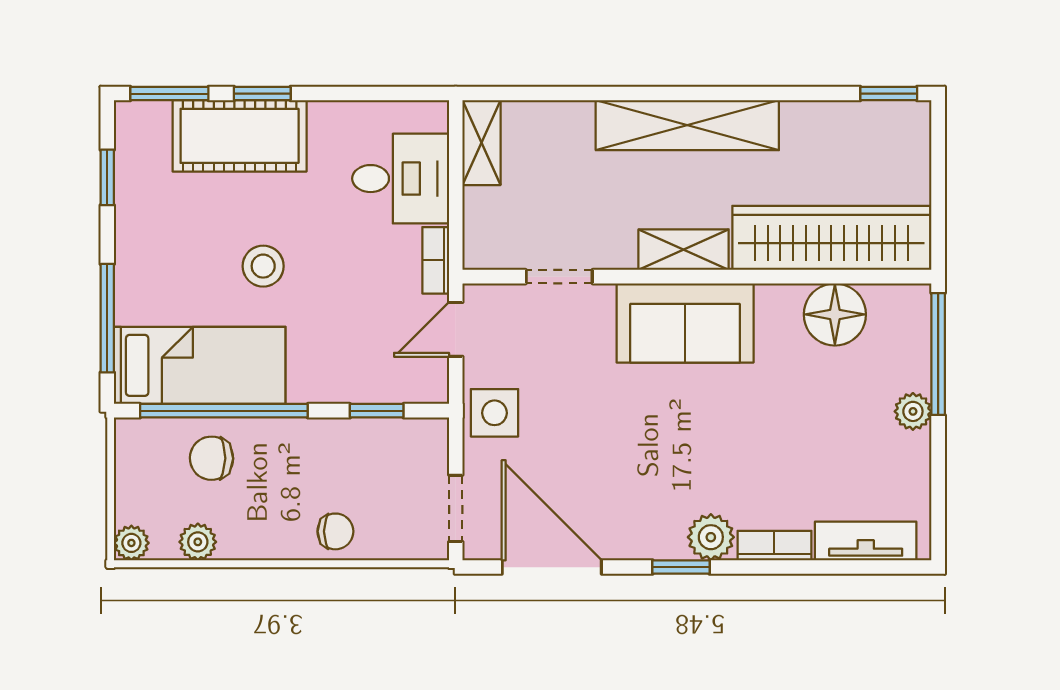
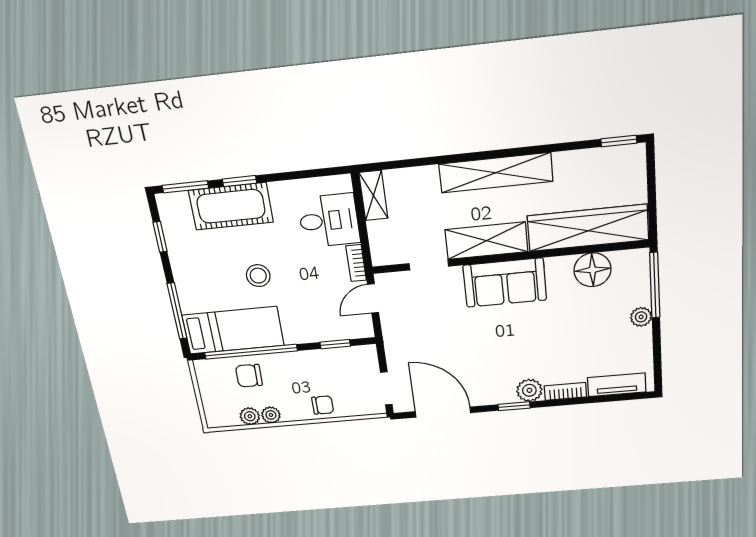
shelving: (684, 250) -> (486, 241), width x1.50, depth x1.33
side table: (495, 413) -> (401, 339), removed
plant: (131, 543) -> (271, 415), moved

